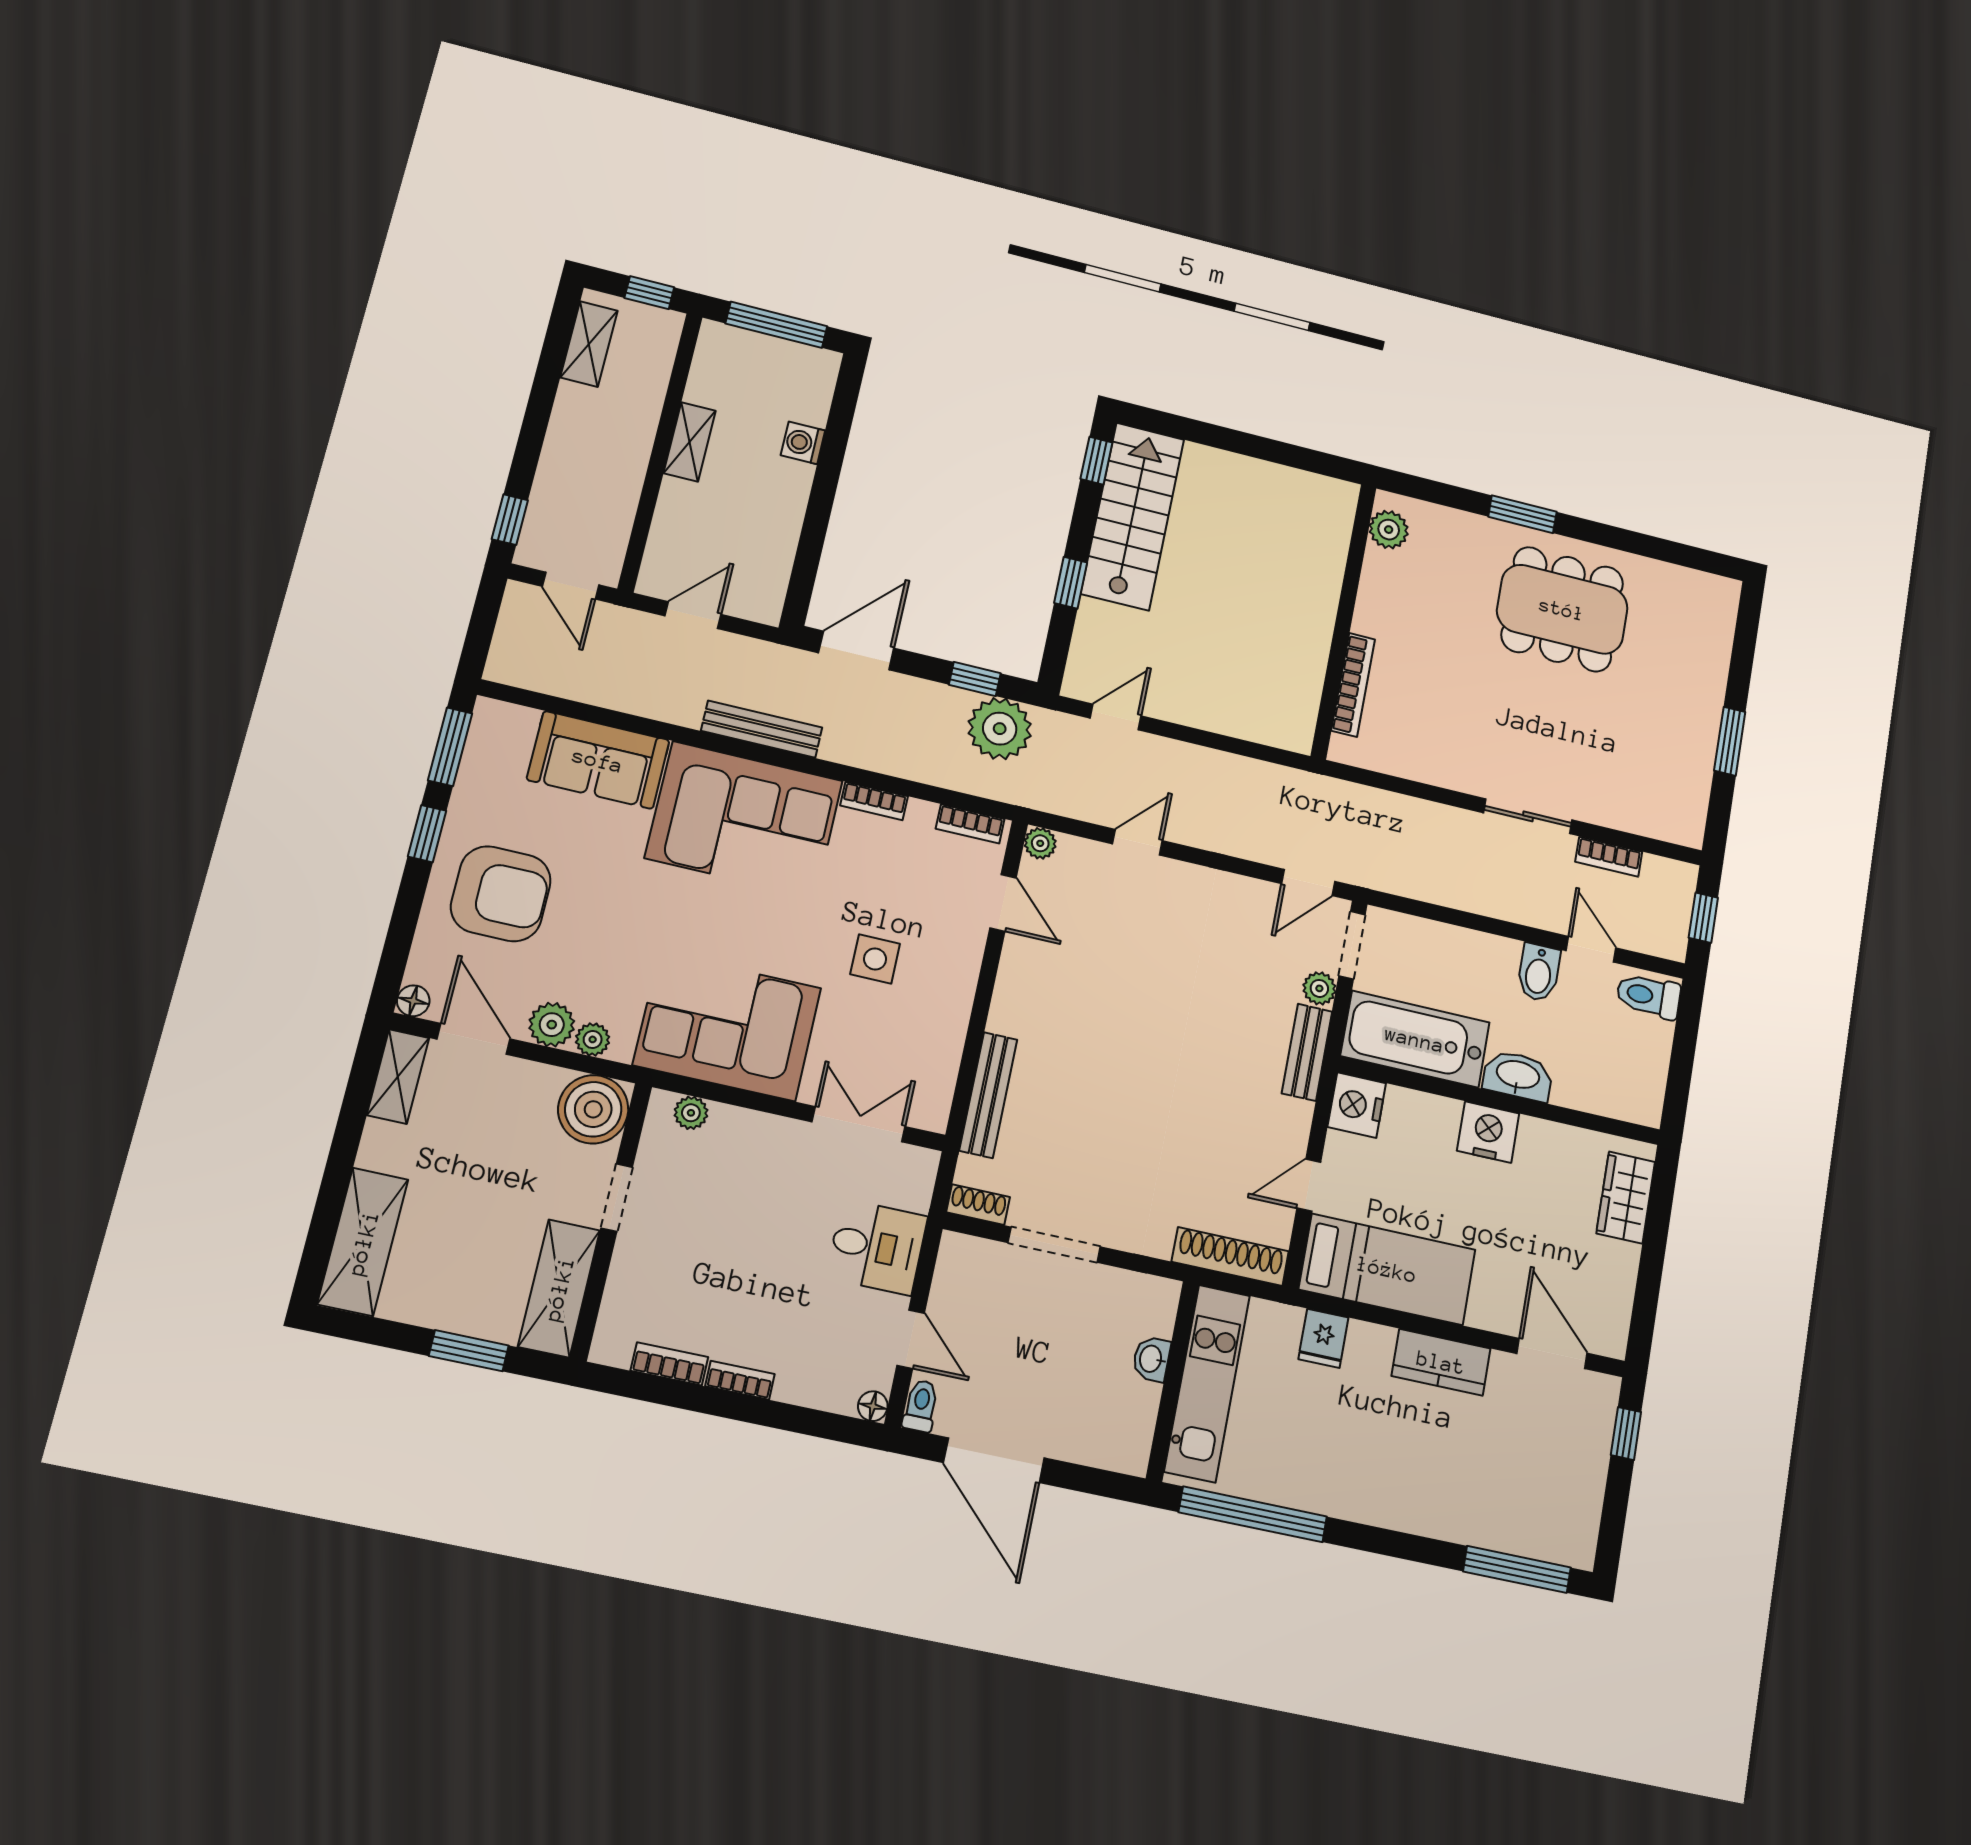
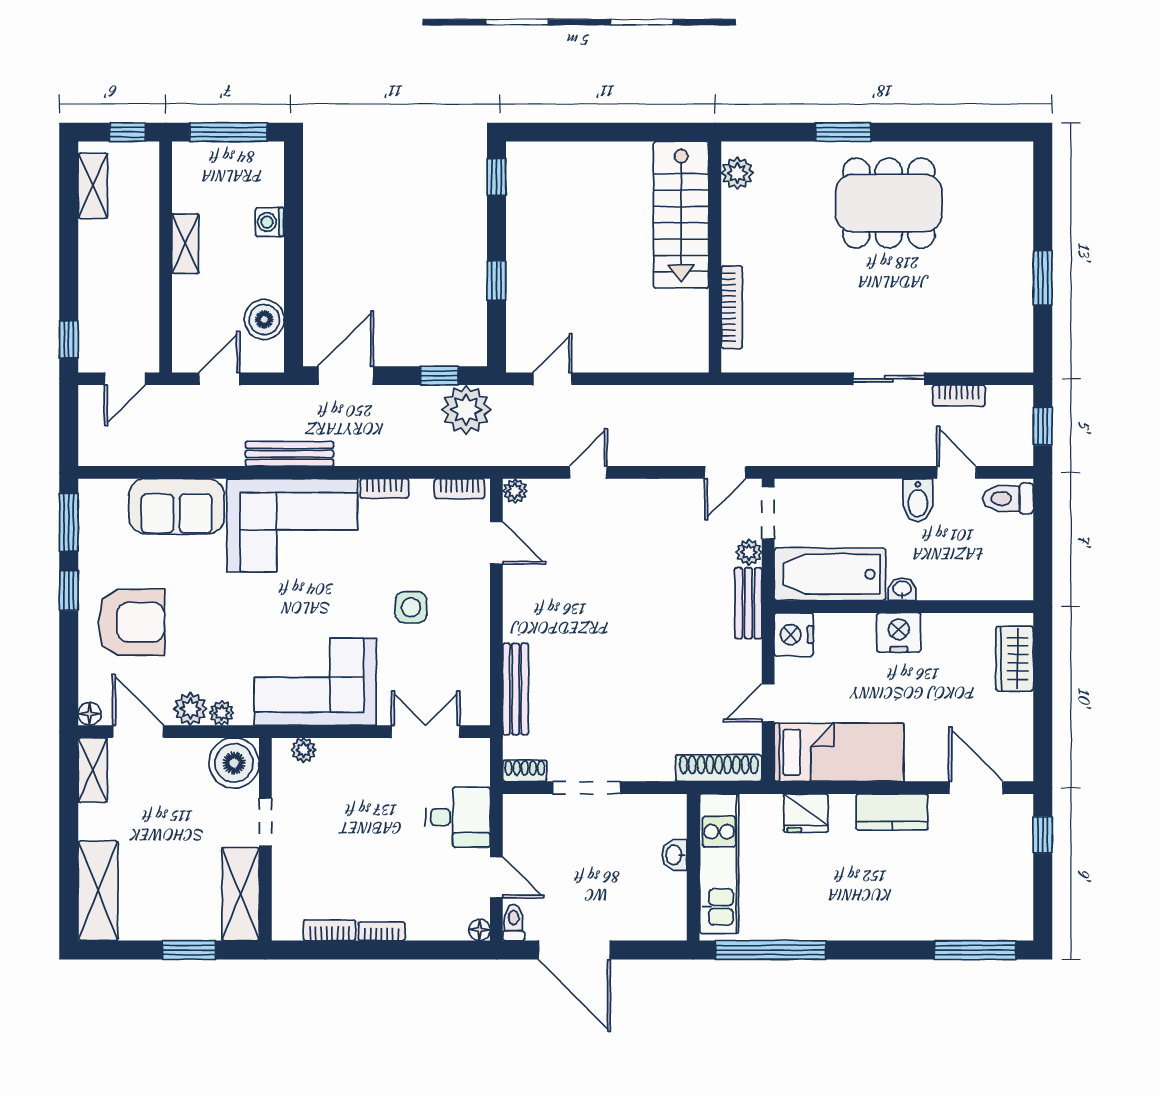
stairs: (1133, 516) -> (681, 215), moved, turned 180
boiler: (768, 557) -> (264, 320), added
door: (571, 586) -> (125, 379), hinge flipped
washbasin: (1518, 1076) -> (902, 589), width x0.52, depth x0.69
fridge: (1323, 1338) -> (806, 813), width x1.38

